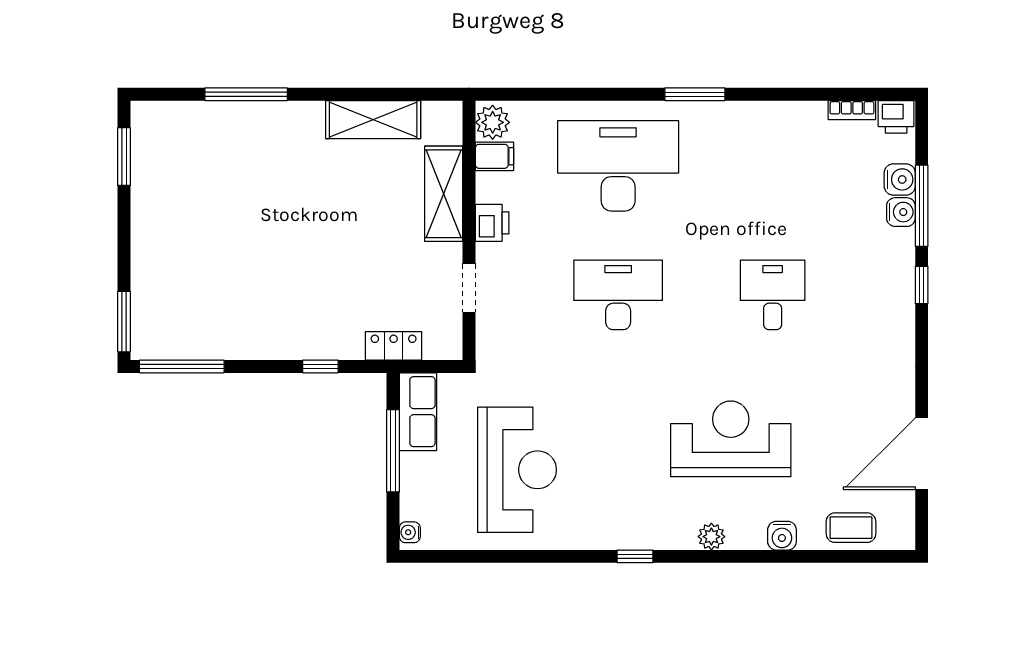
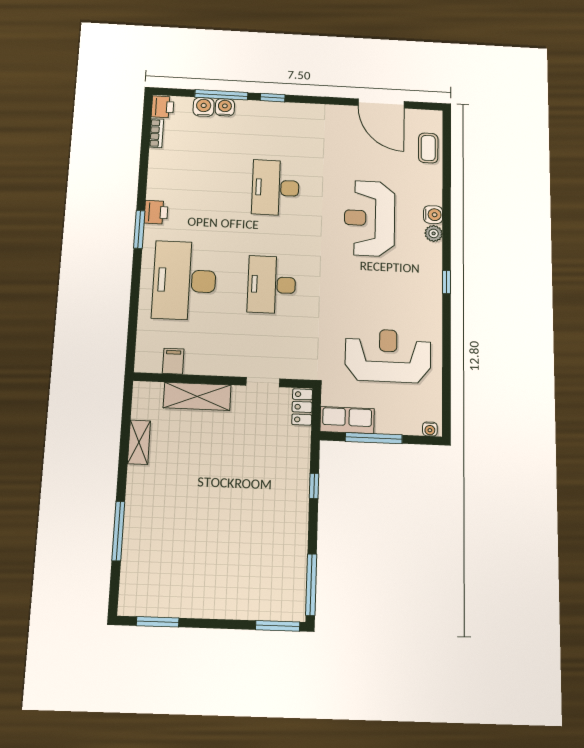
shelving: (373, 120) -> (139, 442), width x0.67, depth x0.75
plant: (493, 122) -> (150, 361), removed
printer: (492, 223) -> (156, 212), moved, turned 90
desk: (773, 295) -> (275, 188), width x1.37
locker: (394, 346) -> (302, 407), moved
water cooler: (782, 536) -> (433, 215), moved

